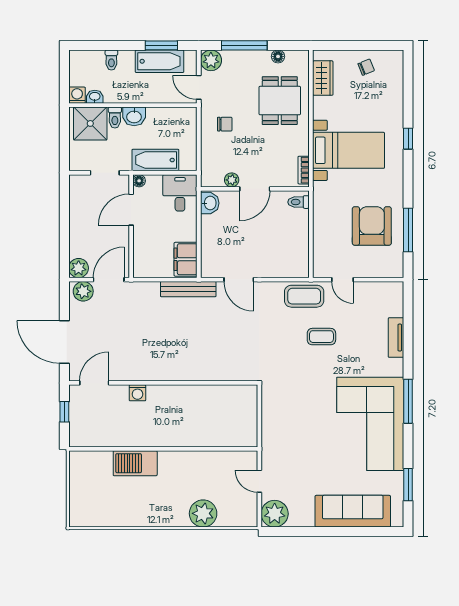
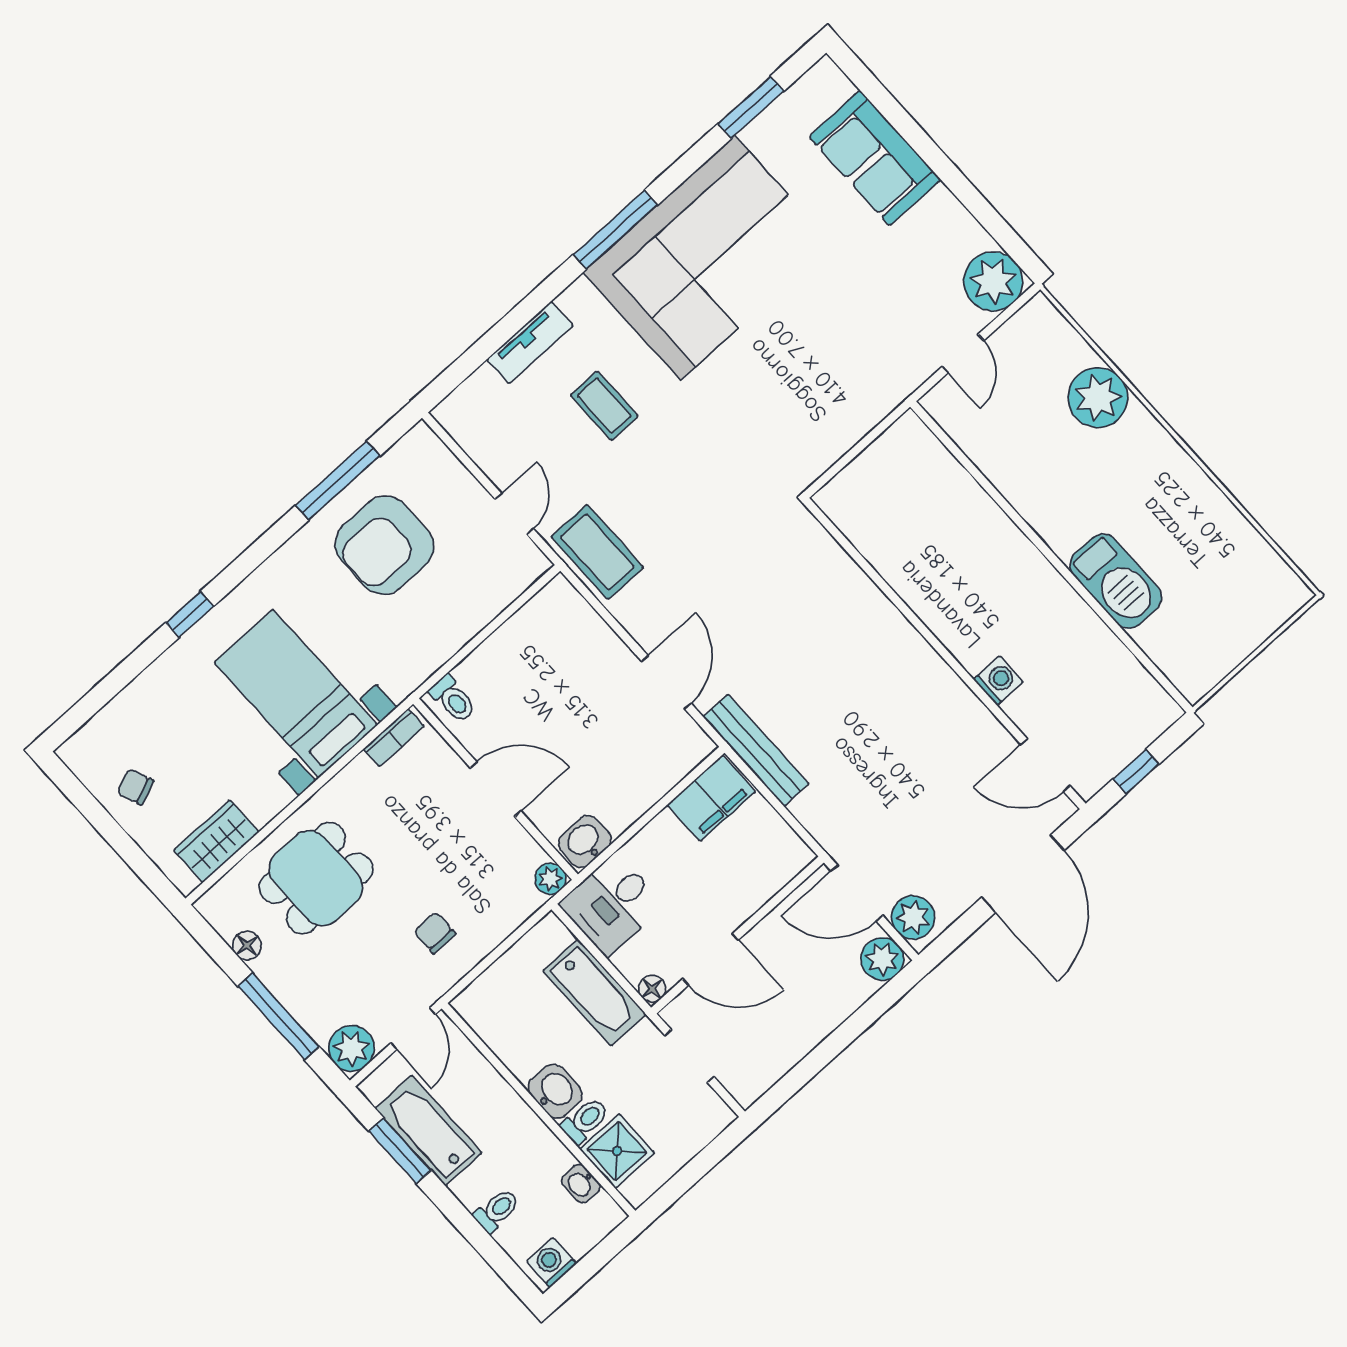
washing machine: (77, 95) -> (551, 1263), moved, turned 90
shower: (90, 123) -> (617, 1151), width x0.73, depth x0.73
plant: (232, 180) -> (550, 879), moved
coffee table: (321, 337) -> (604, 406), moved
sofa: (353, 511) -> (875, 158), width x0.73

